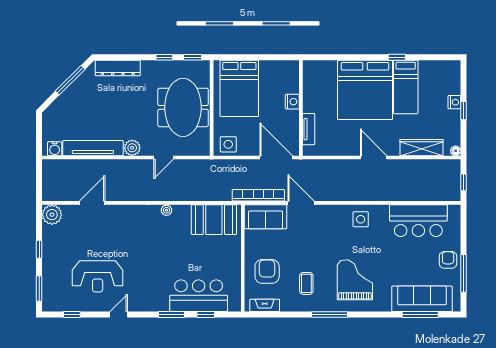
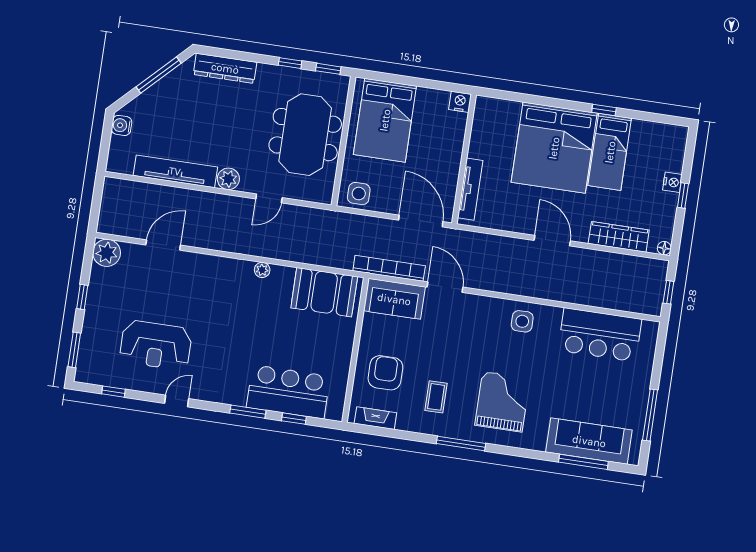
nightstand: (292, 102) -> (460, 102), moved, turned -90
tv unit: (309, 129) -> (470, 189), width x1.41
water cooler: (55, 149) -> (122, 125), moved, turned 90
armchair: (448, 260) -> (632, 394), removed

